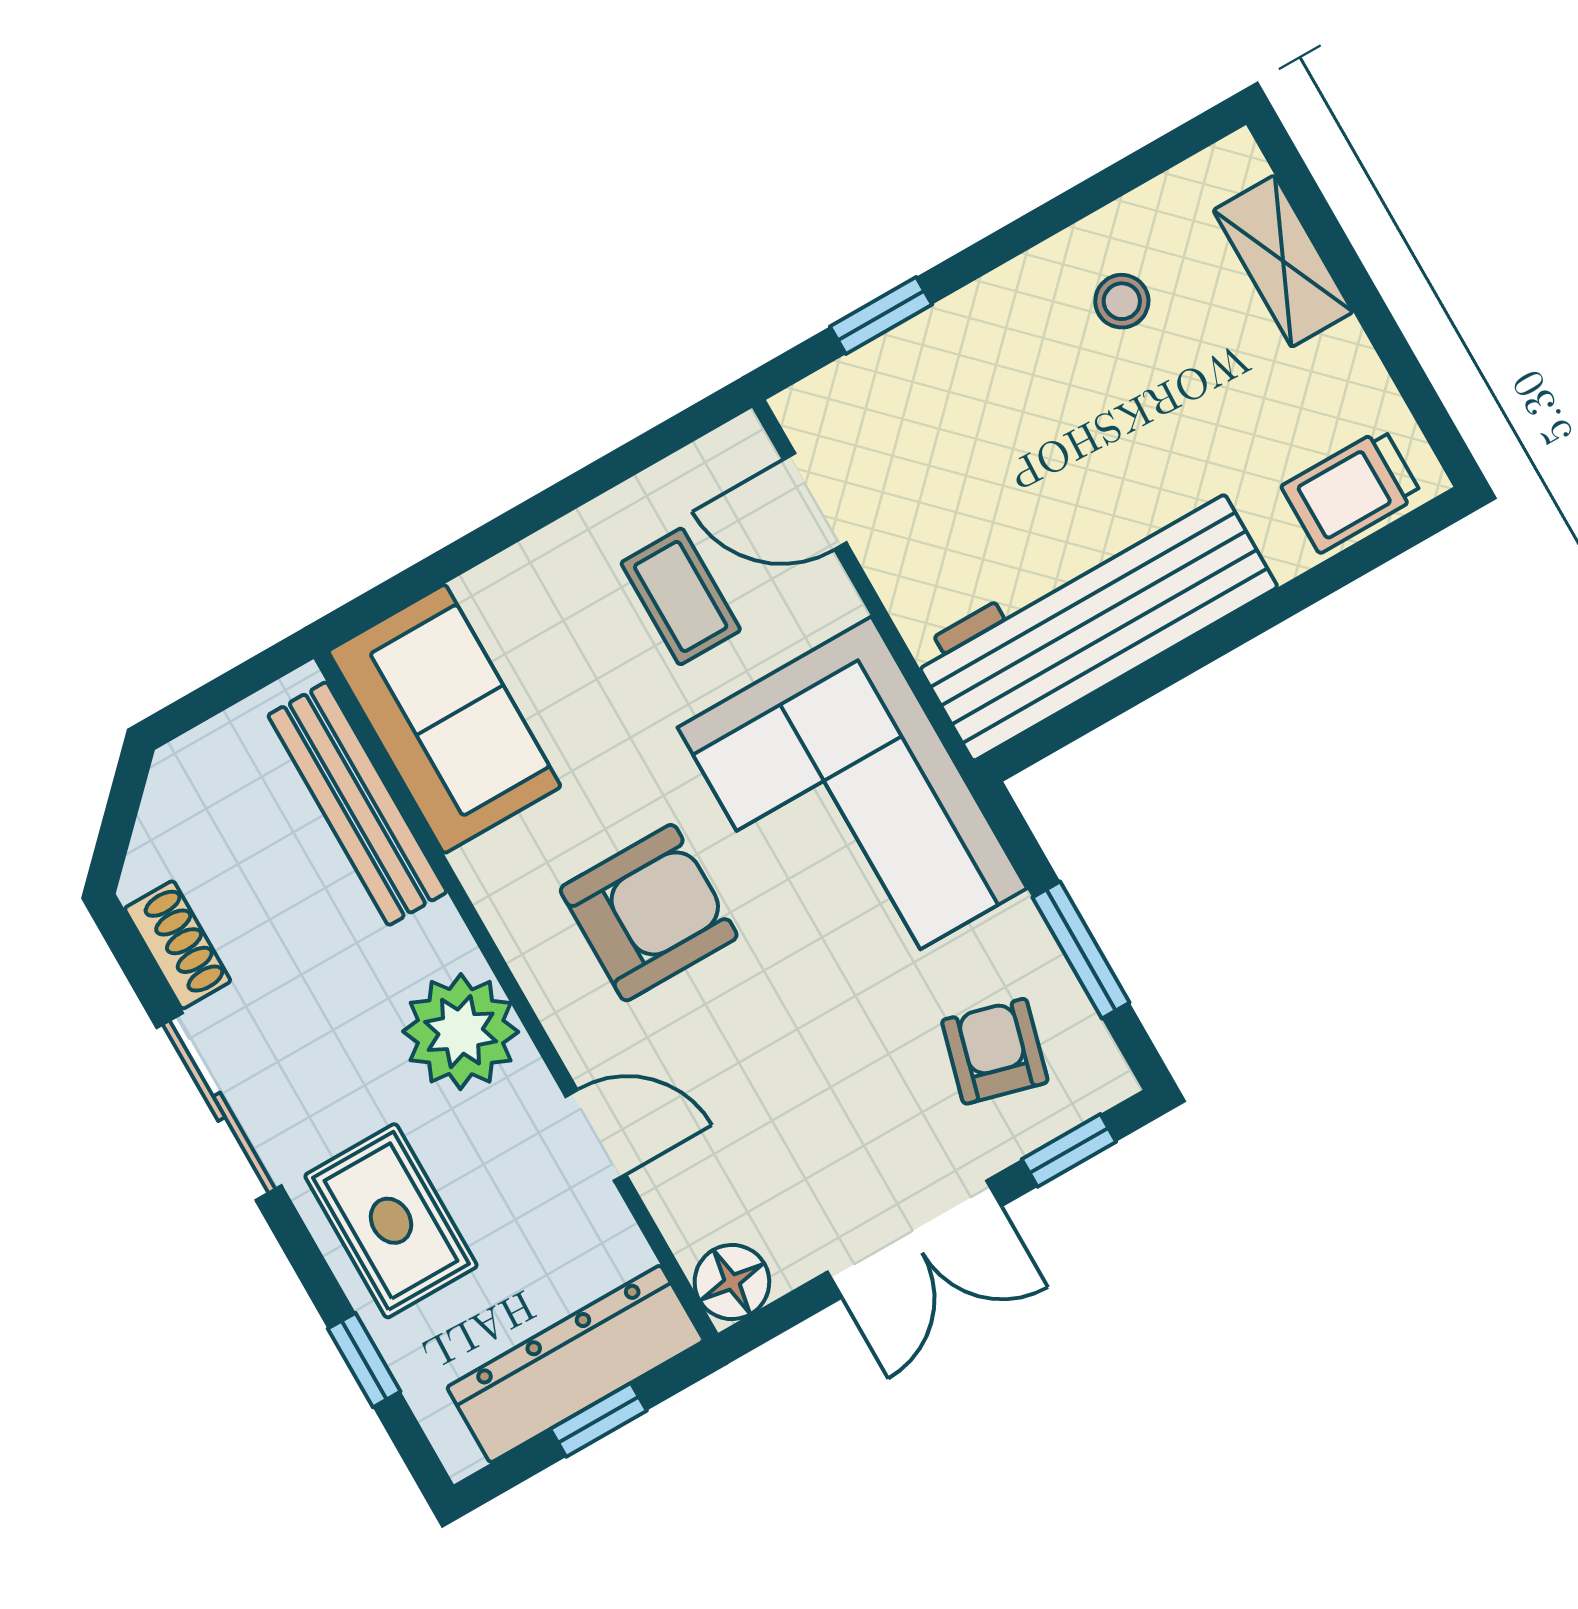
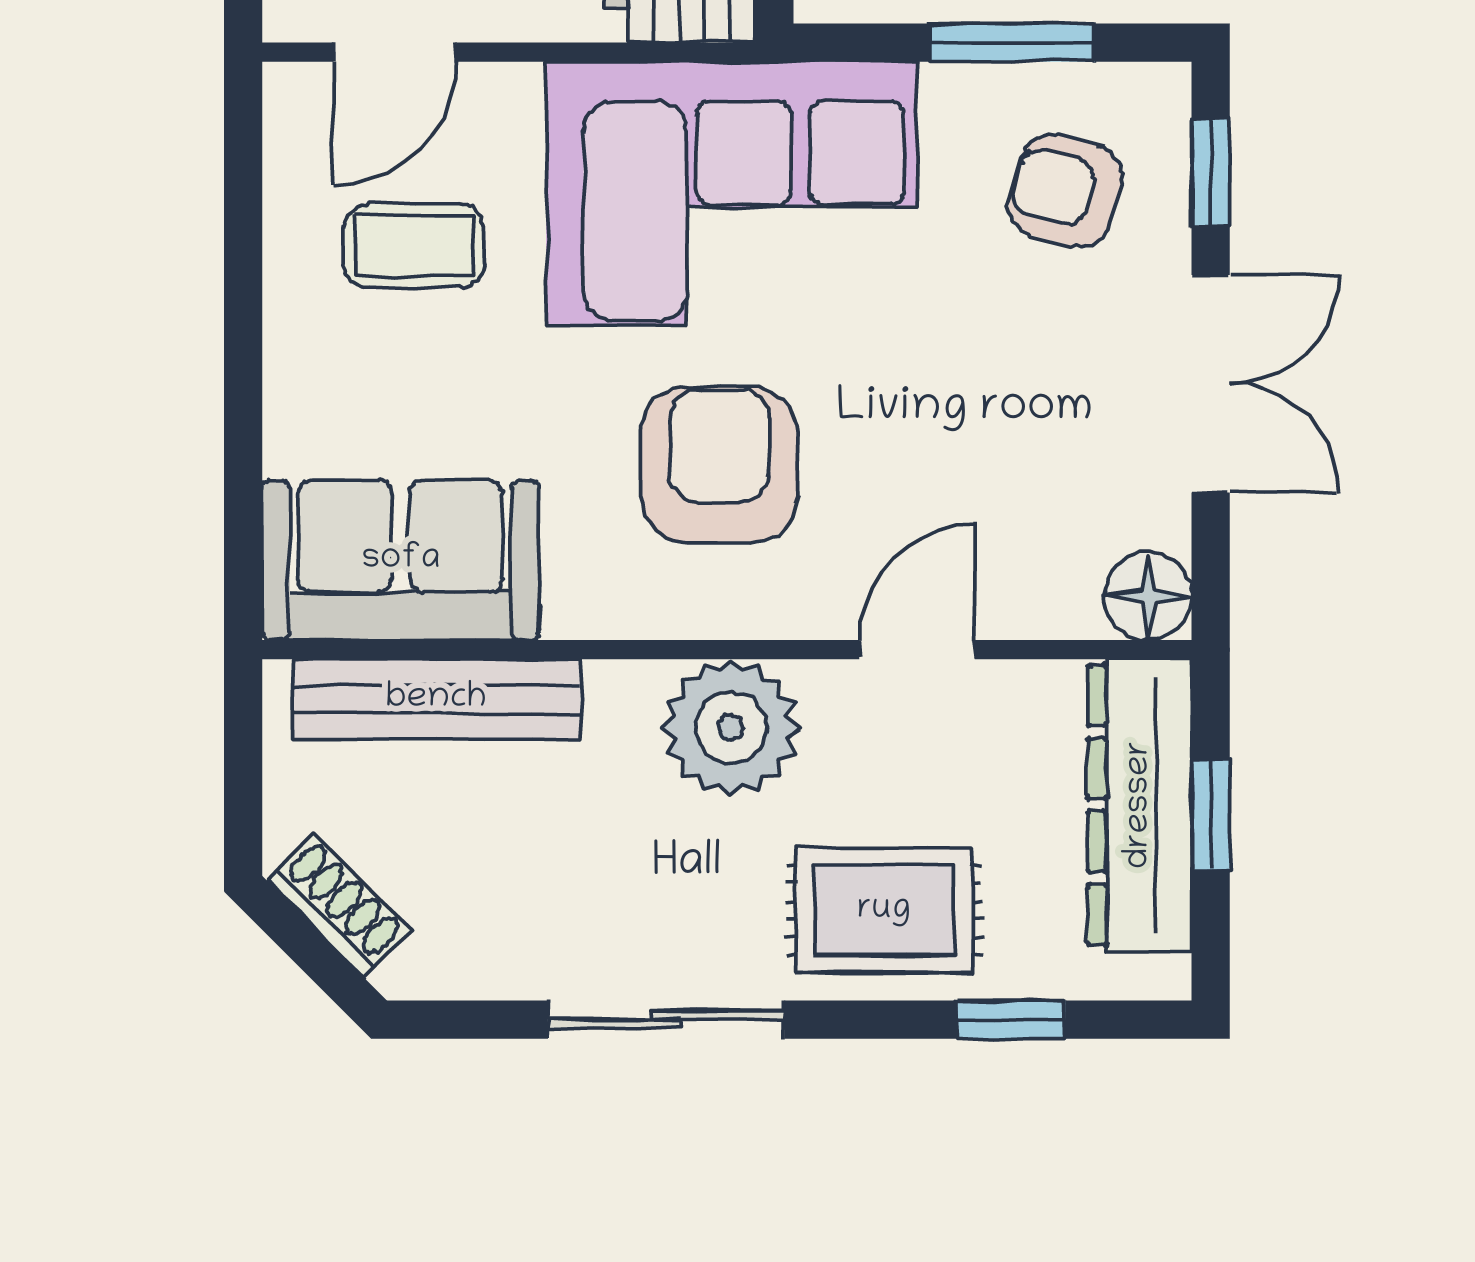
shoe rack: (178, 945) -> (339, 905), moved, turned 45

